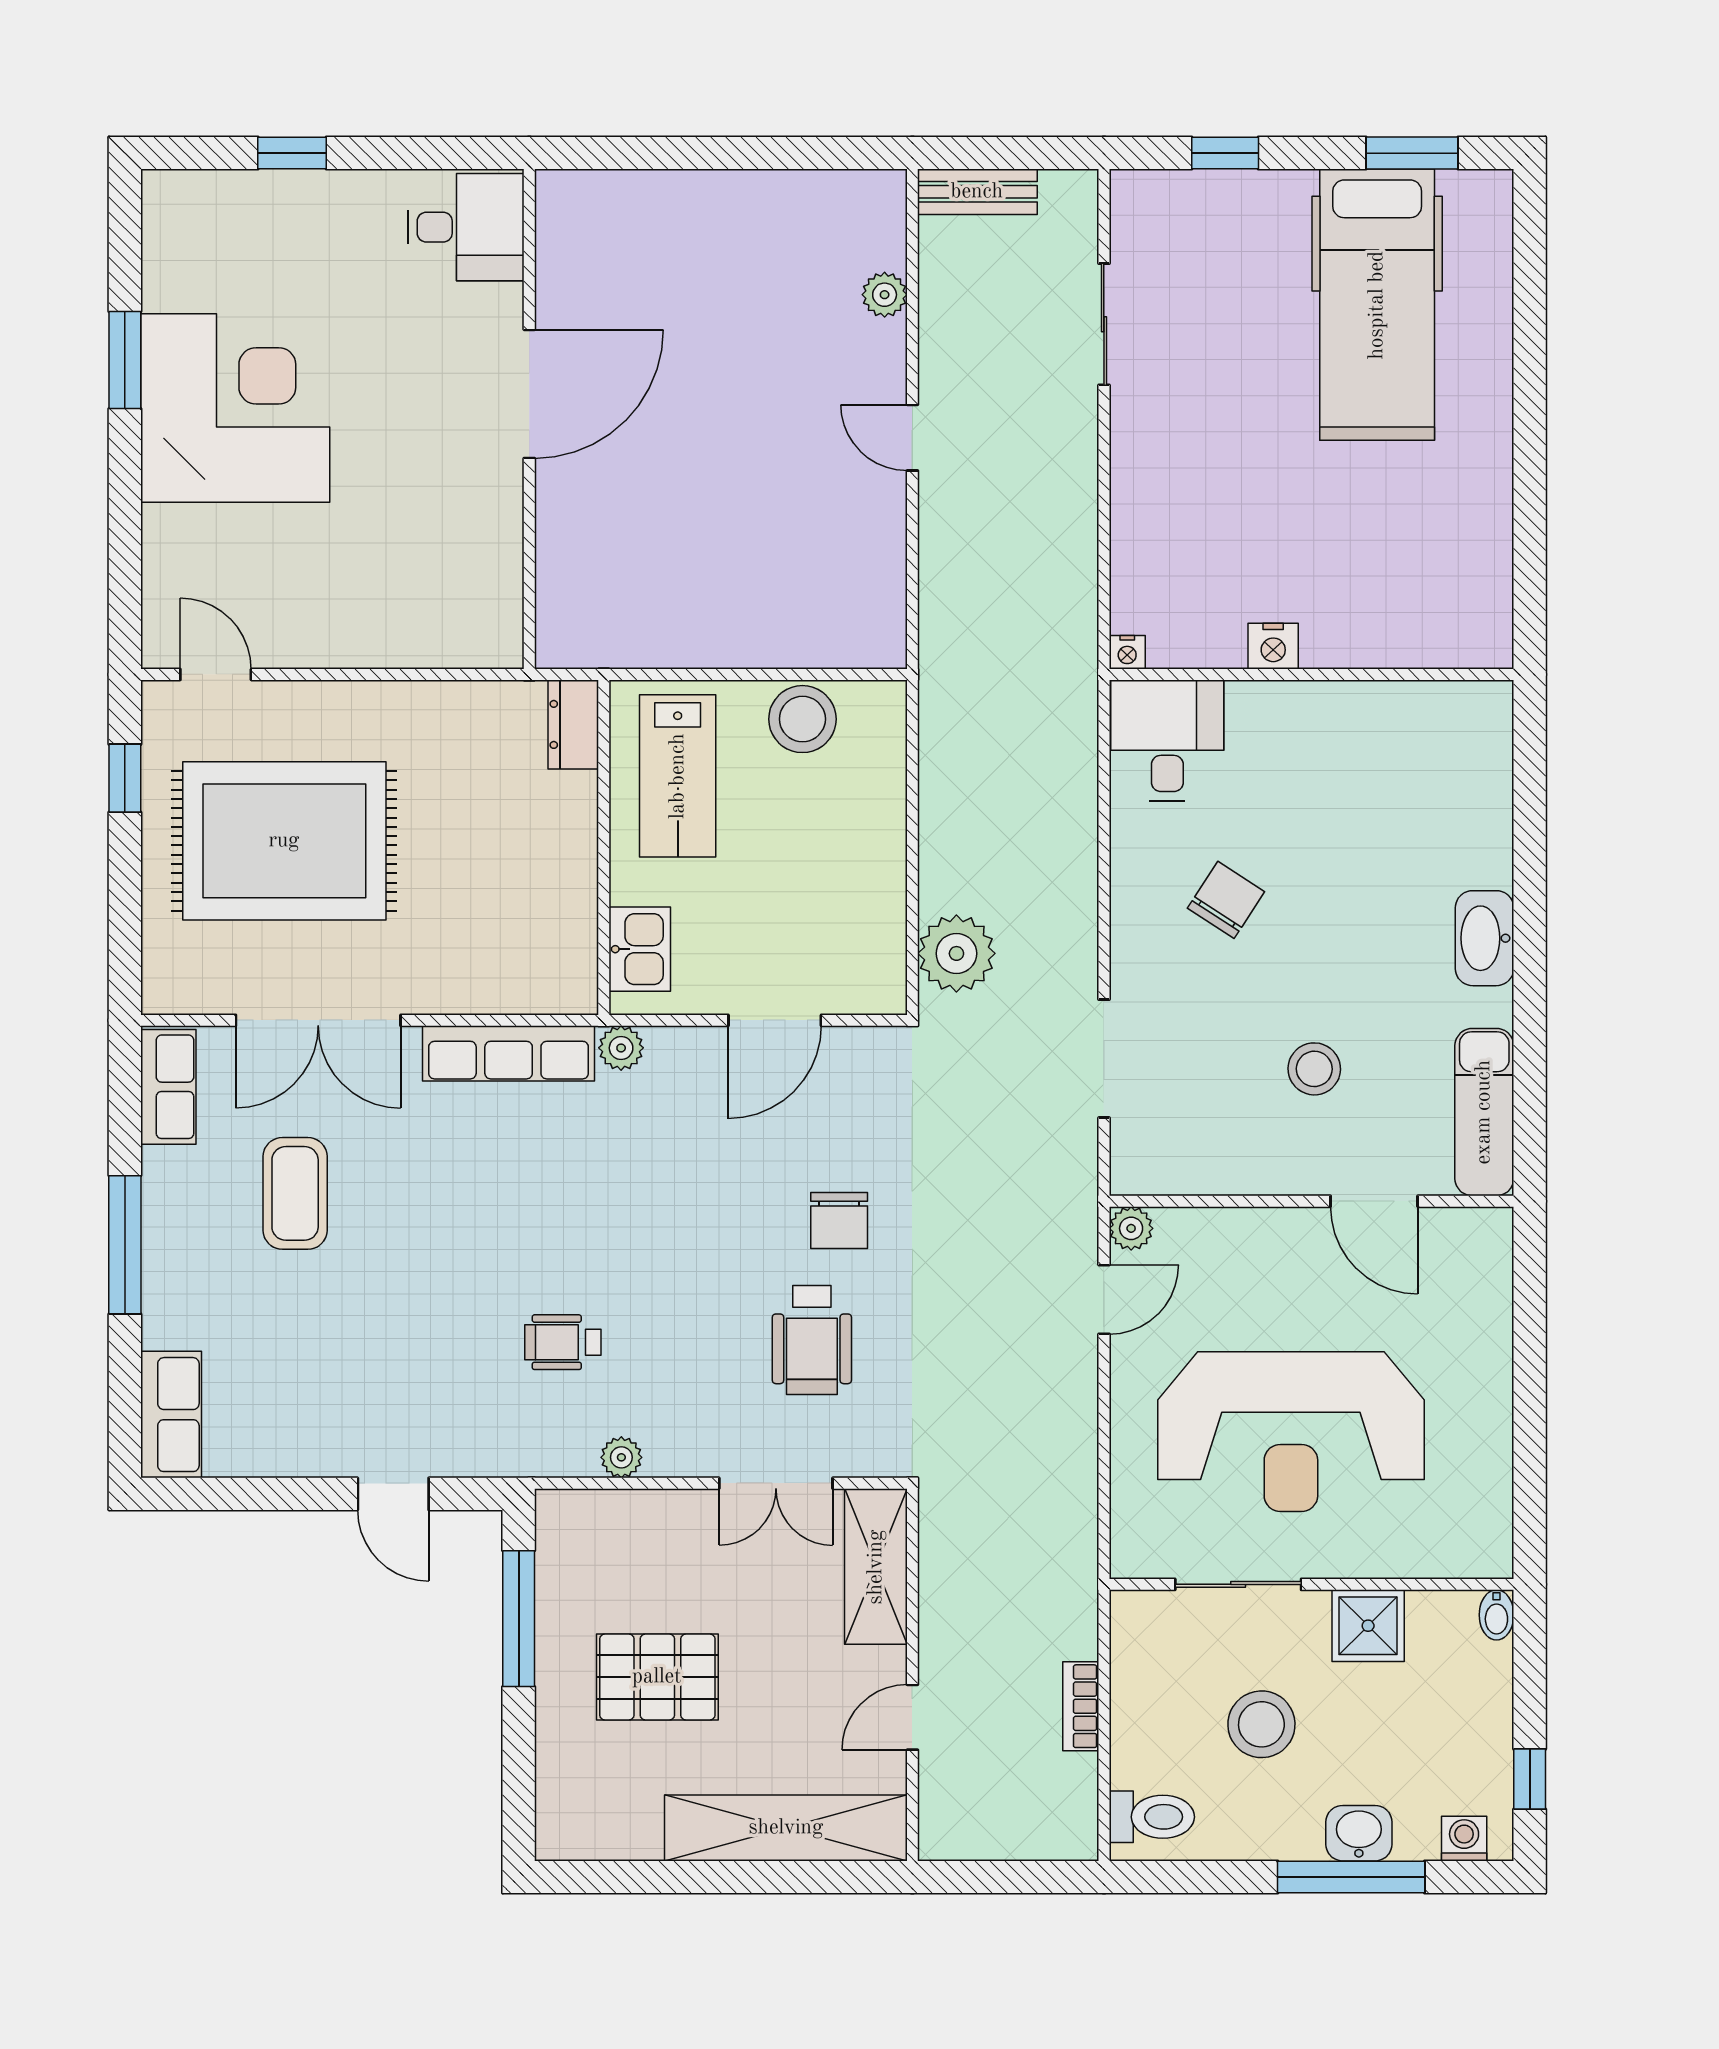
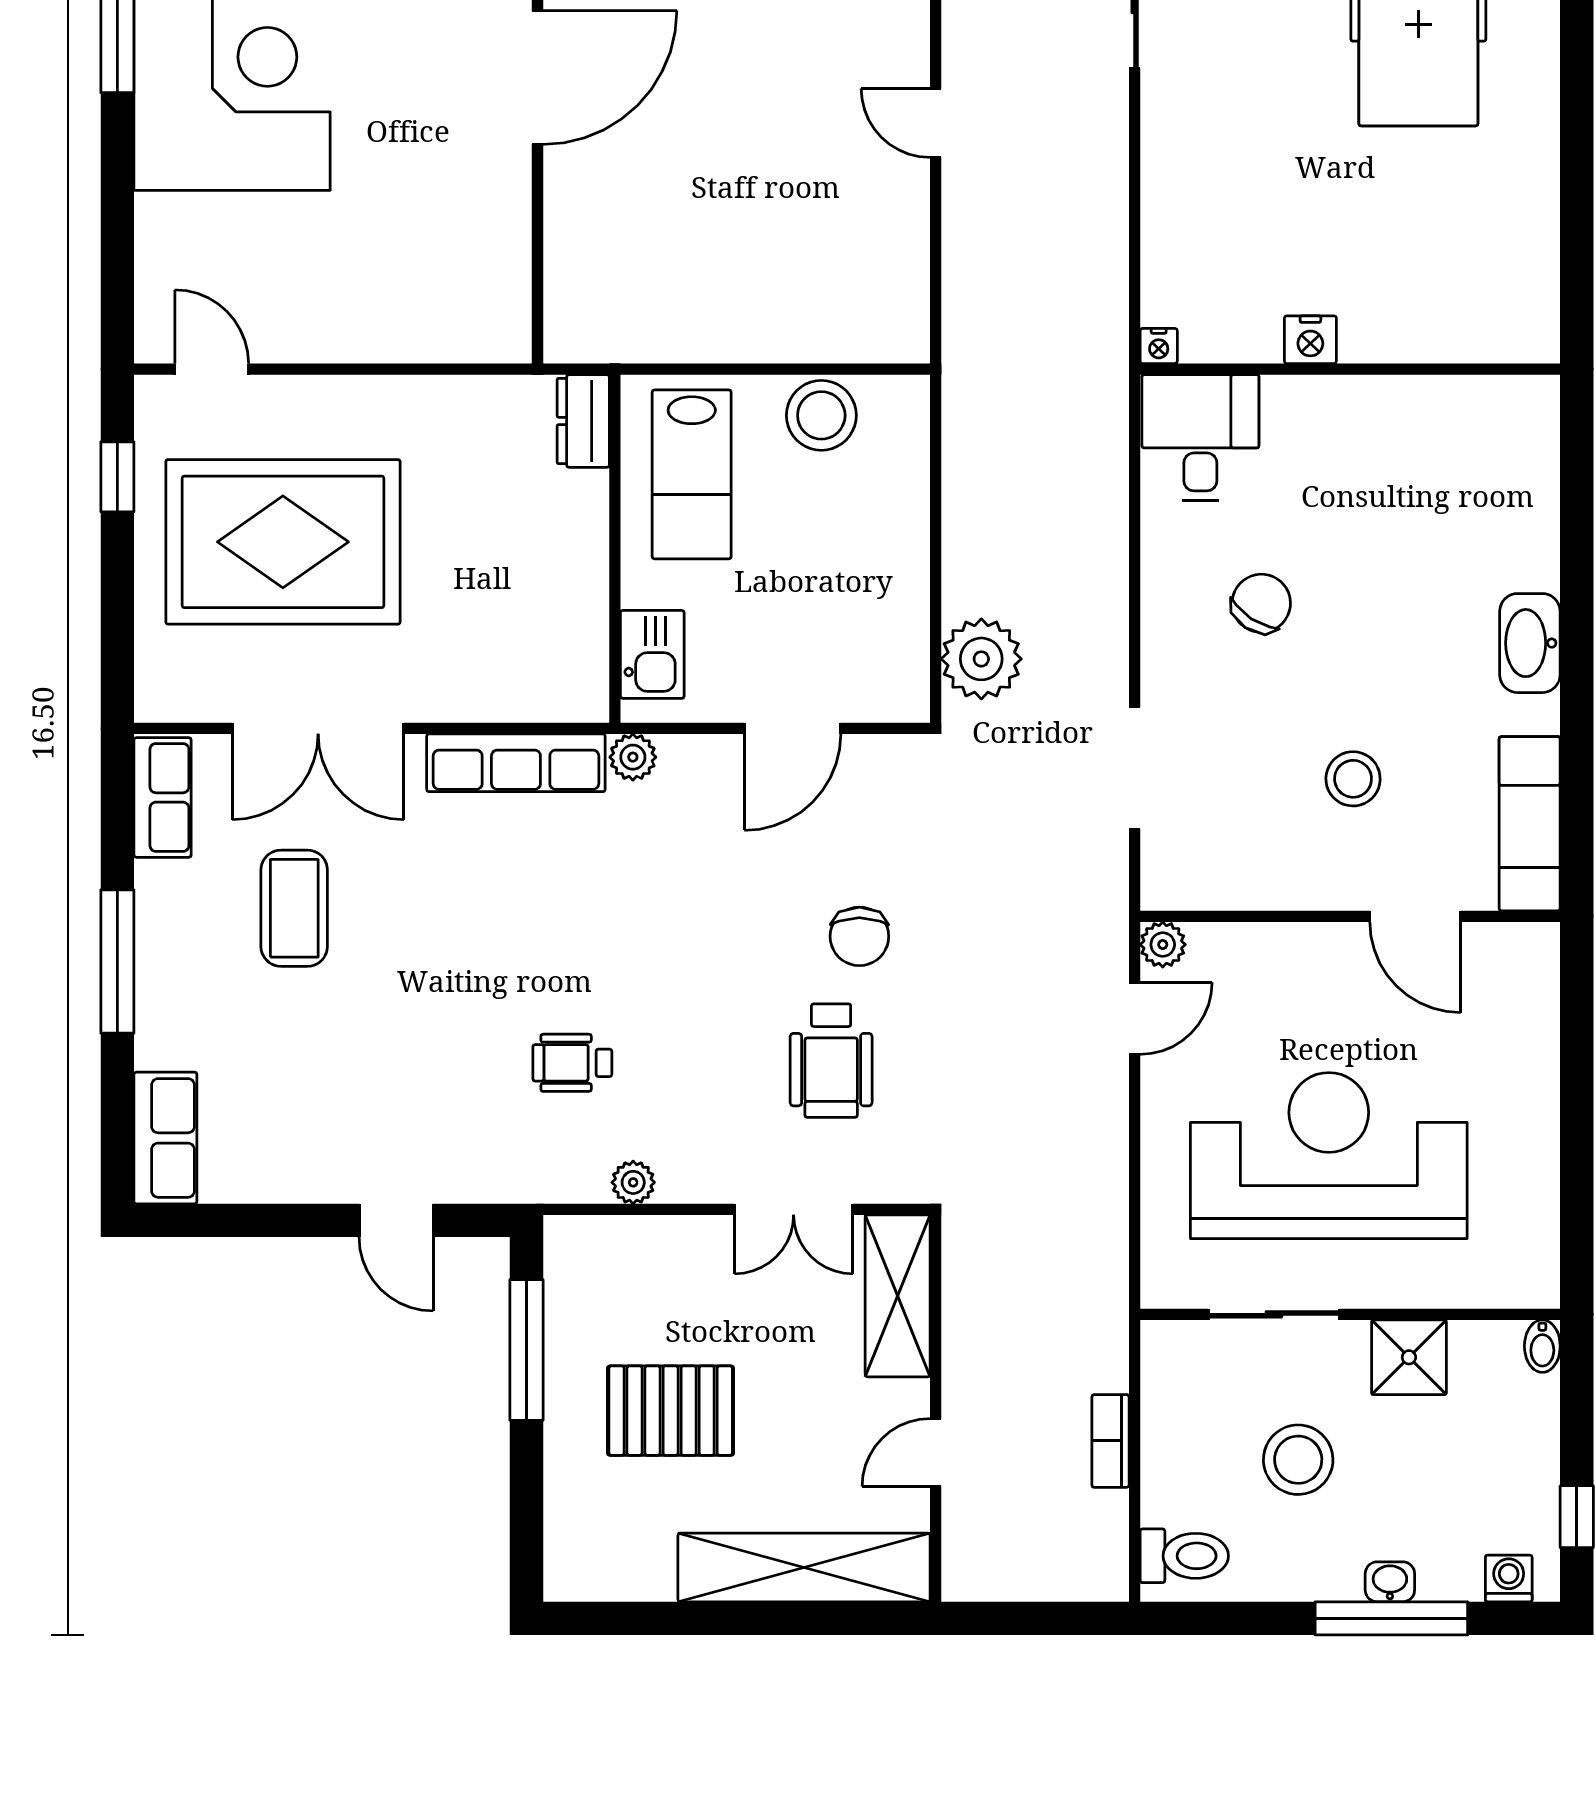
reception desk: (1291, 1432) -> (1329, 1156), turned 180
washbasin: (1359, 1833) -> (1390, 1582), width x0.72, depth x0.69

